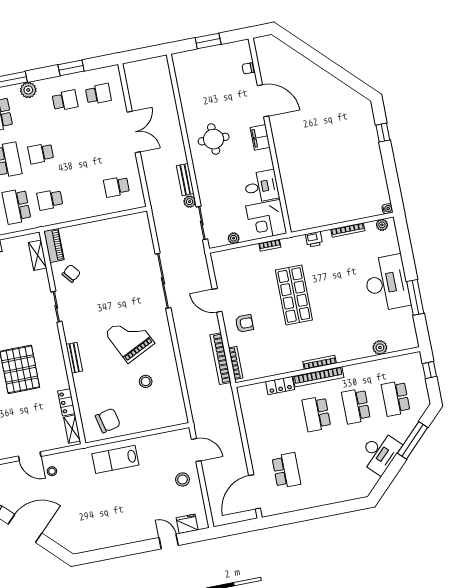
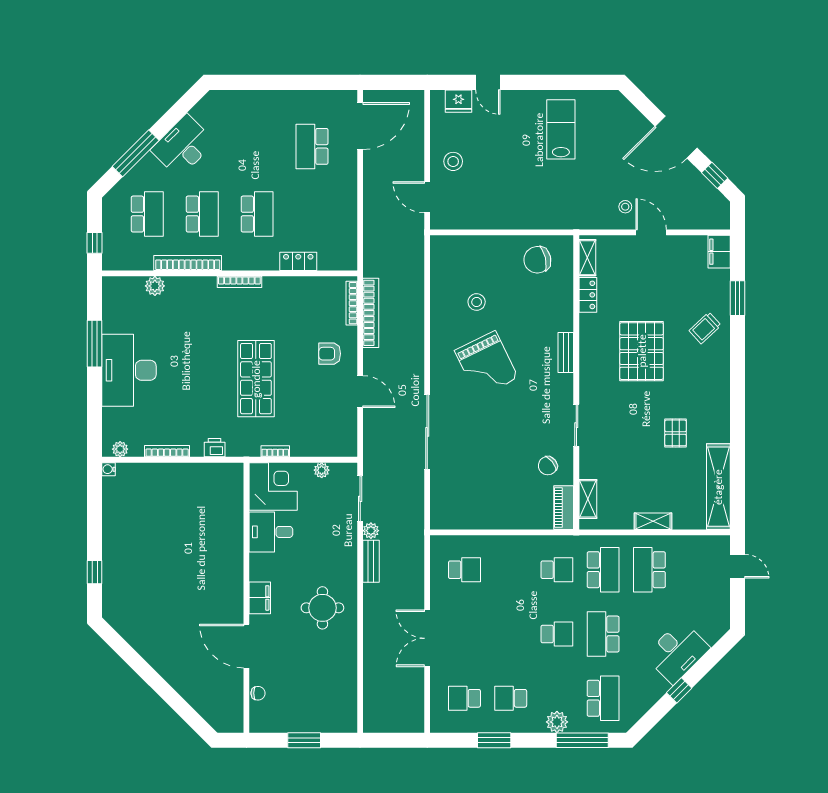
bookcase: (318, 377) -> (188, 263), moved
lab bench: (115, 459) -> (561, 129), moved, turned -90

